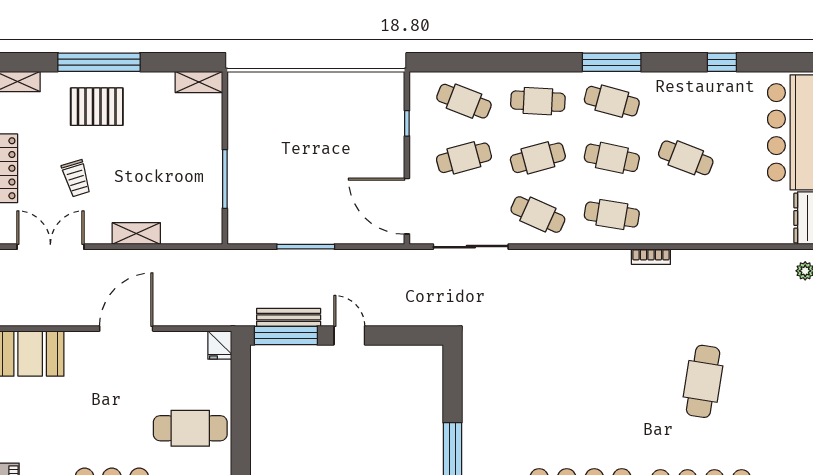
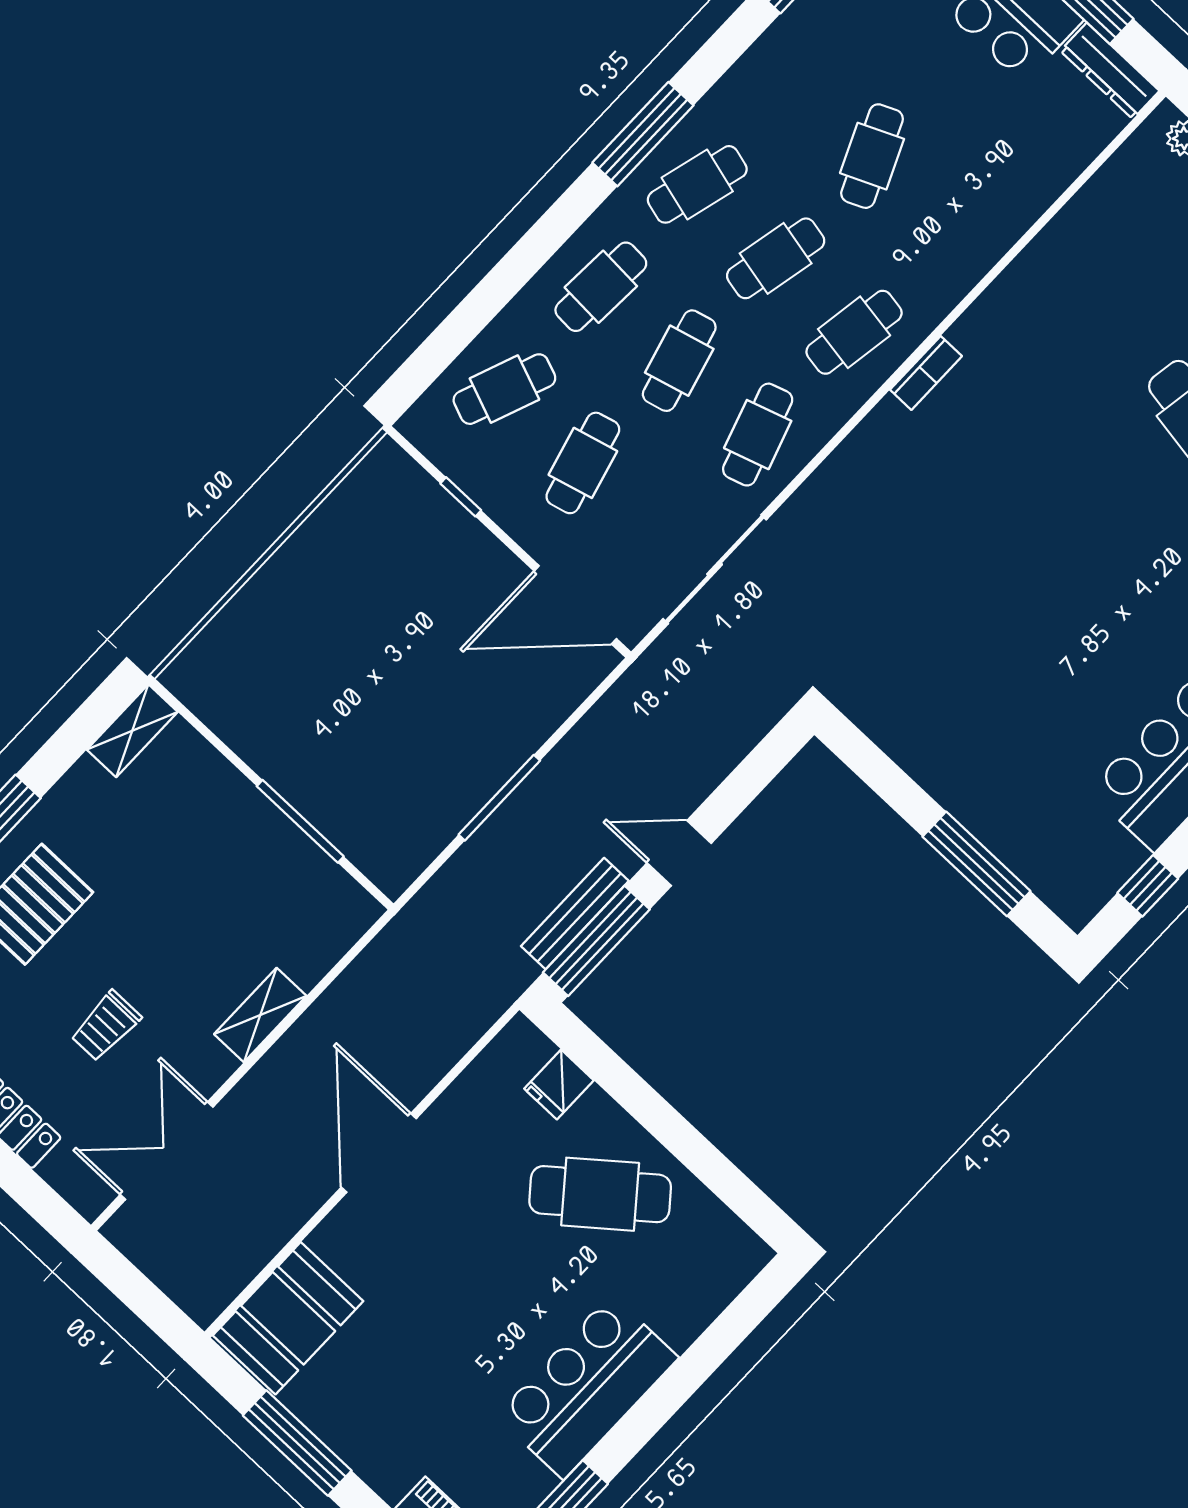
cafe table: (686, 158) -> (872, 156), turned -45
trolley: (76, 178) -> (106, 1026), turned 107
cafe table: (538, 215) -> (758, 435), turned -42
bookcase: (651, 257) -> (926, 373), moved
fridge: (220, 345) -> (559, 1084), moved, turned 90
cafe table: (190, 428) -> (600, 1194), turned 51

